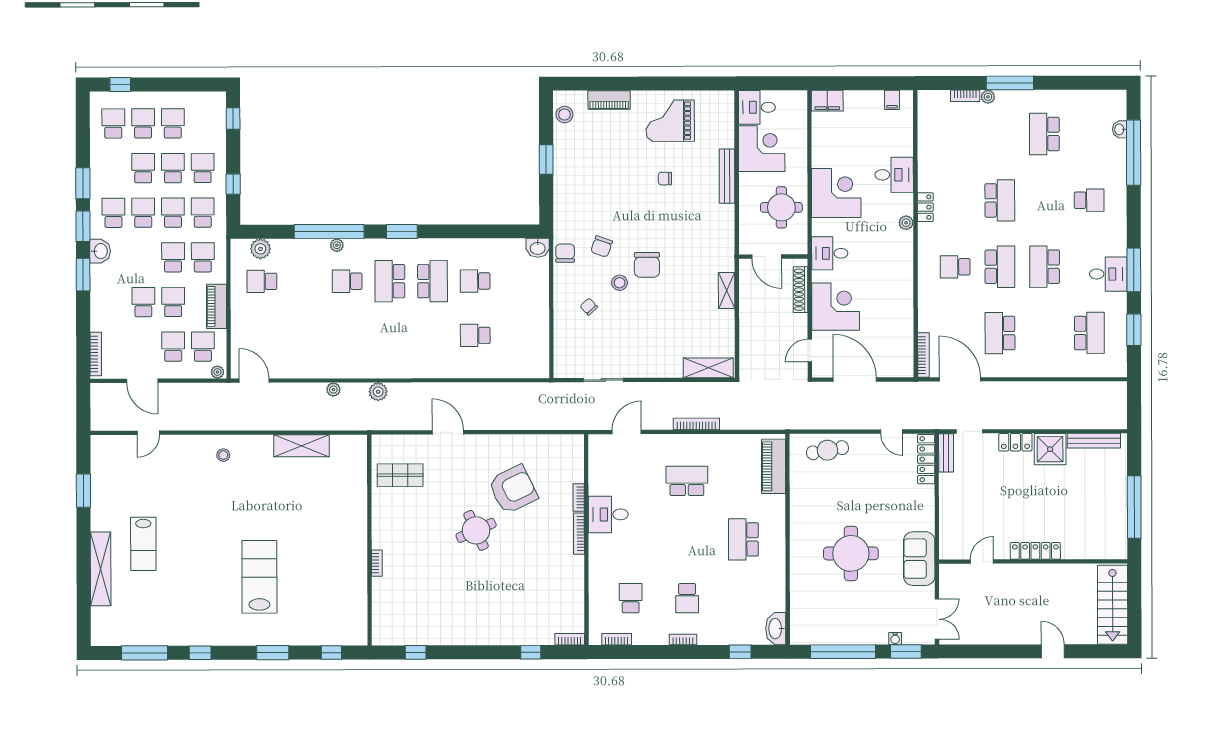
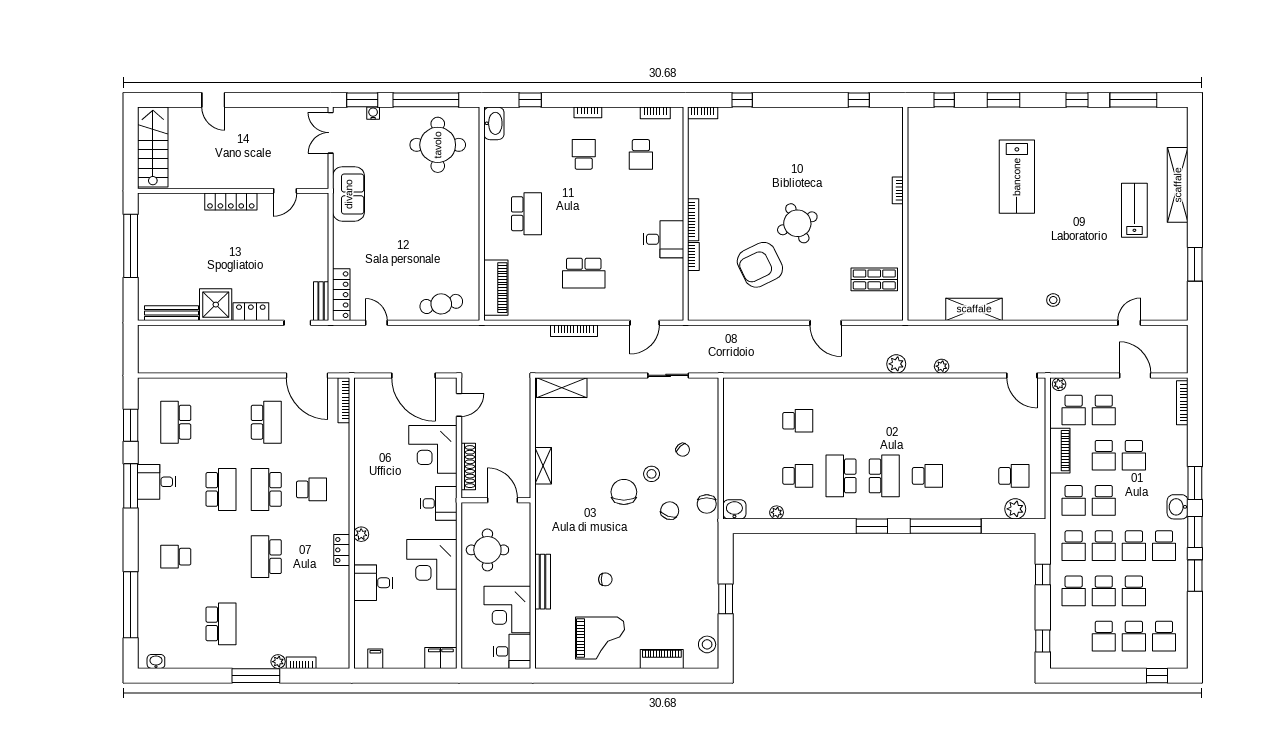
washbasin: (1120, 129) -> (156, 661), moved, turned -90
plant: (337, 245) -> (777, 512), moved
round table: (851, 553) -> (438, 145), moved

